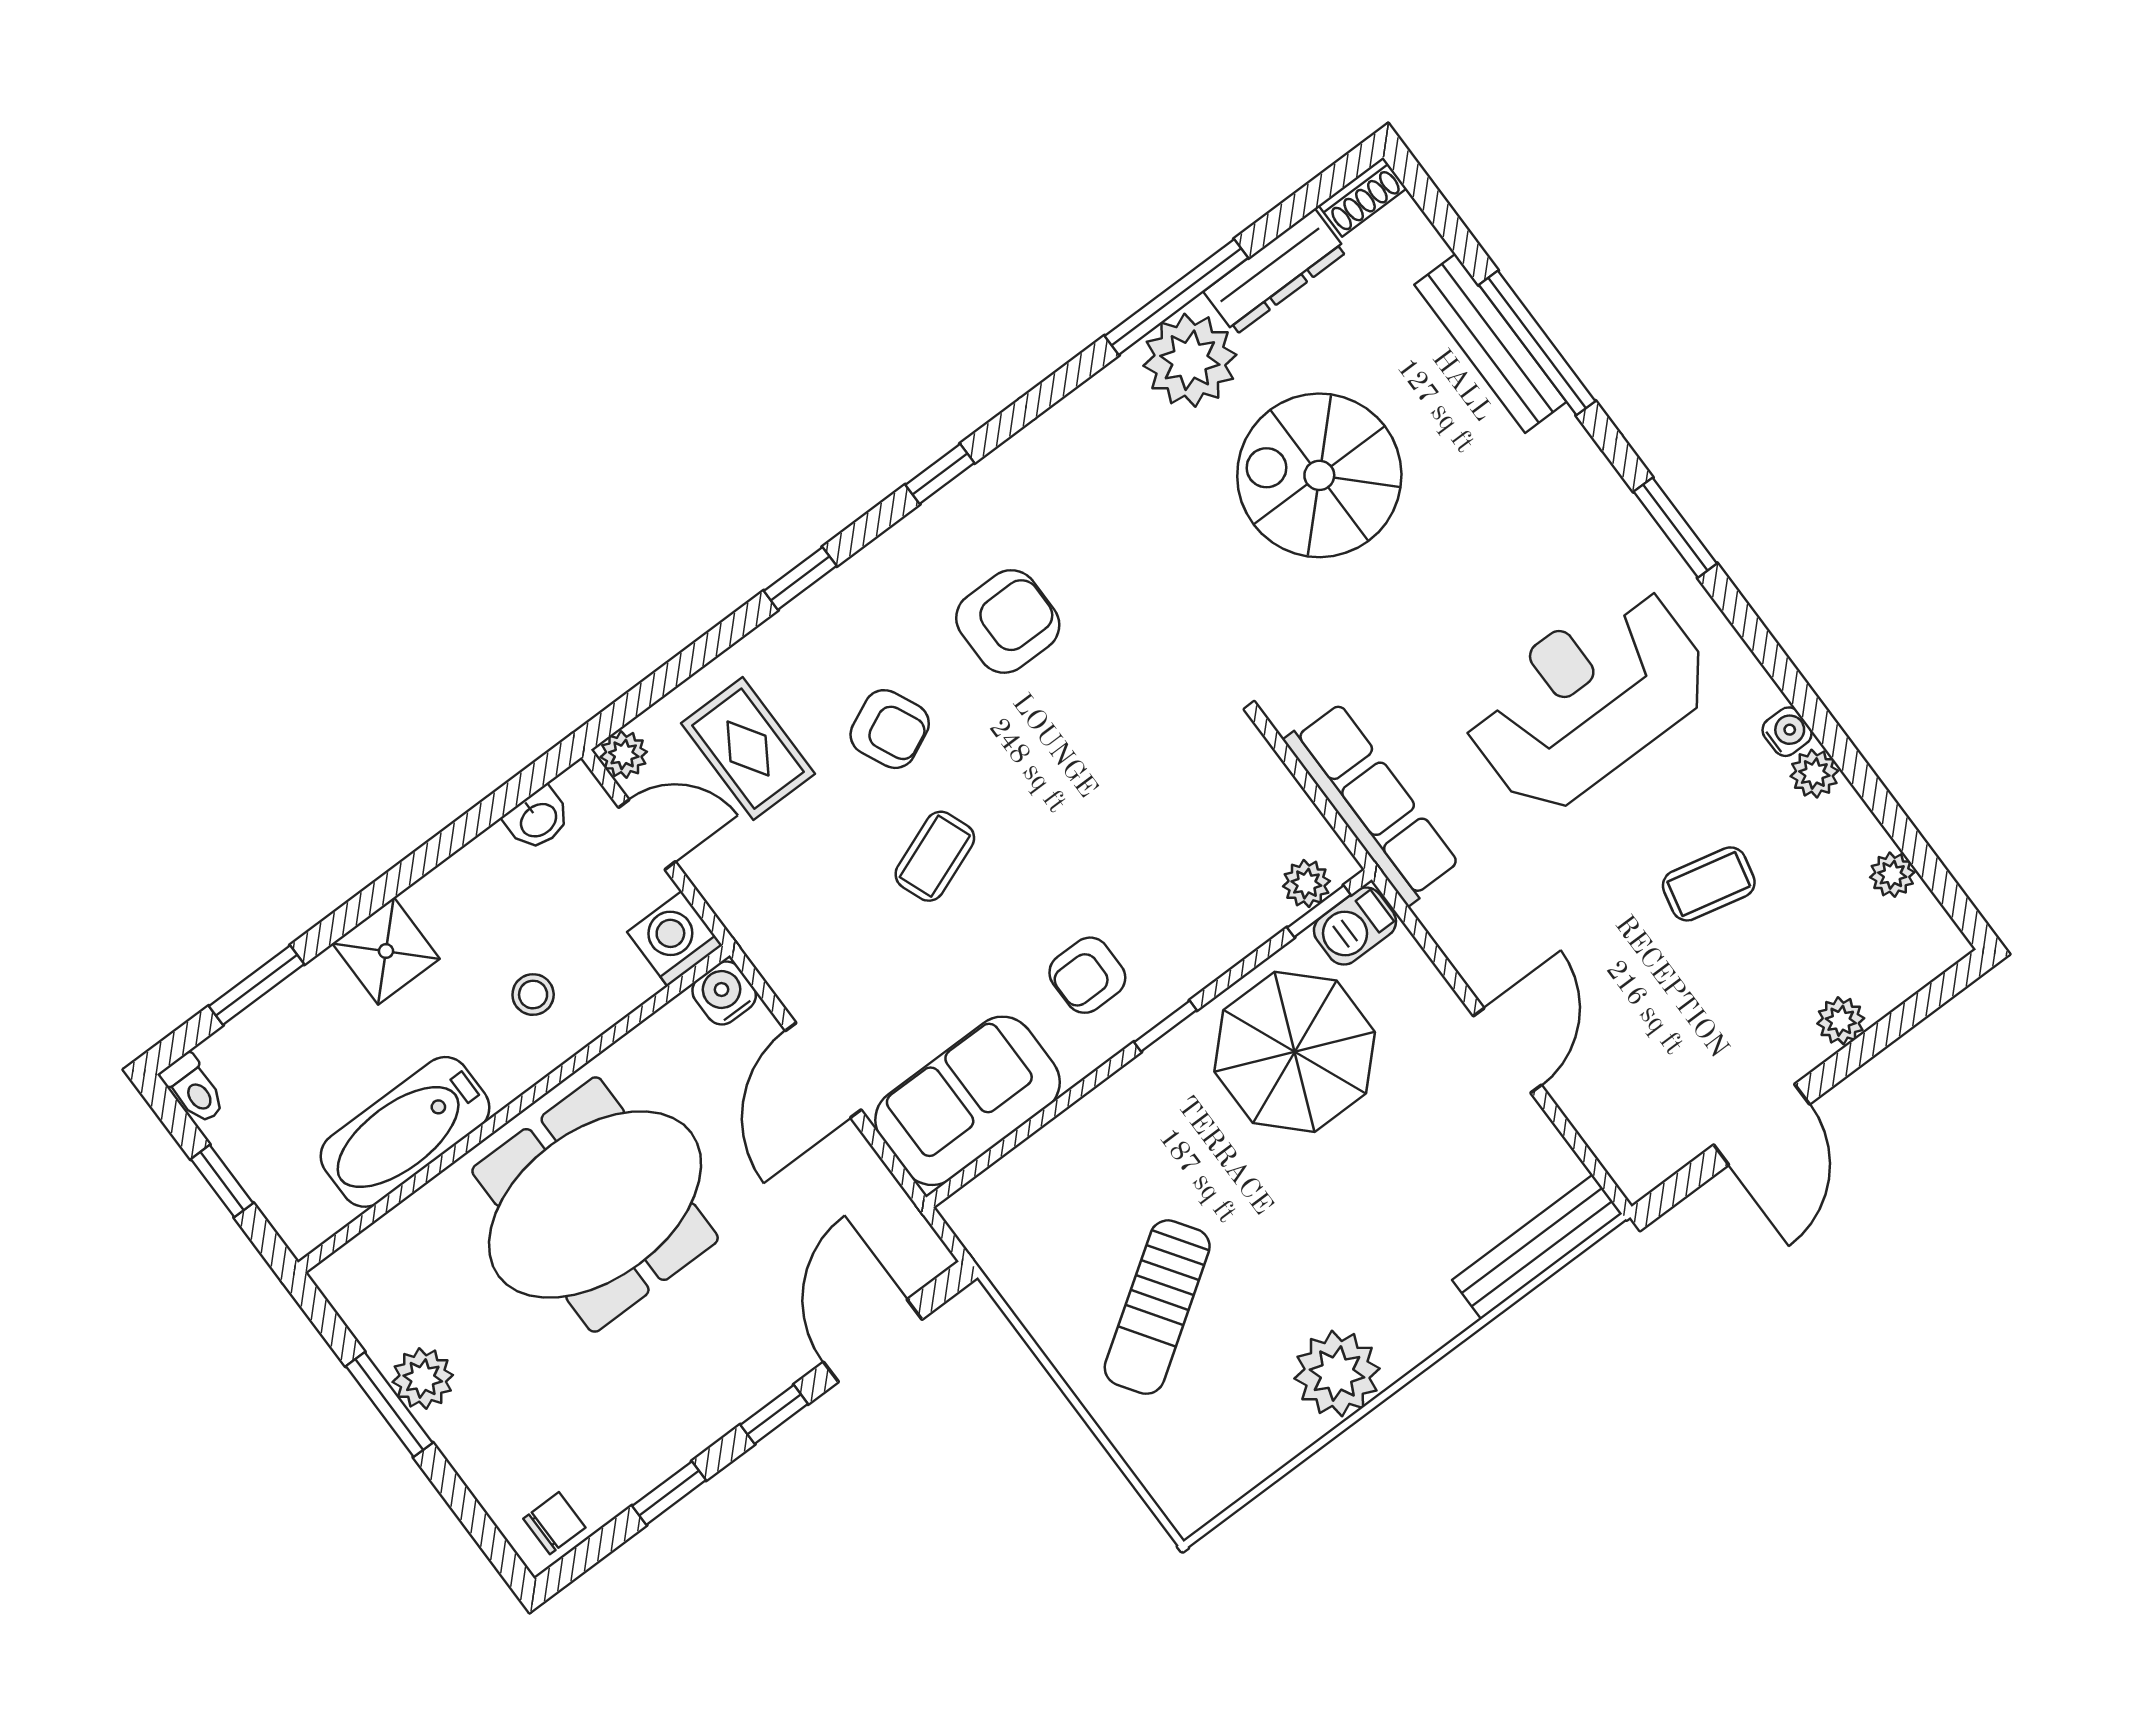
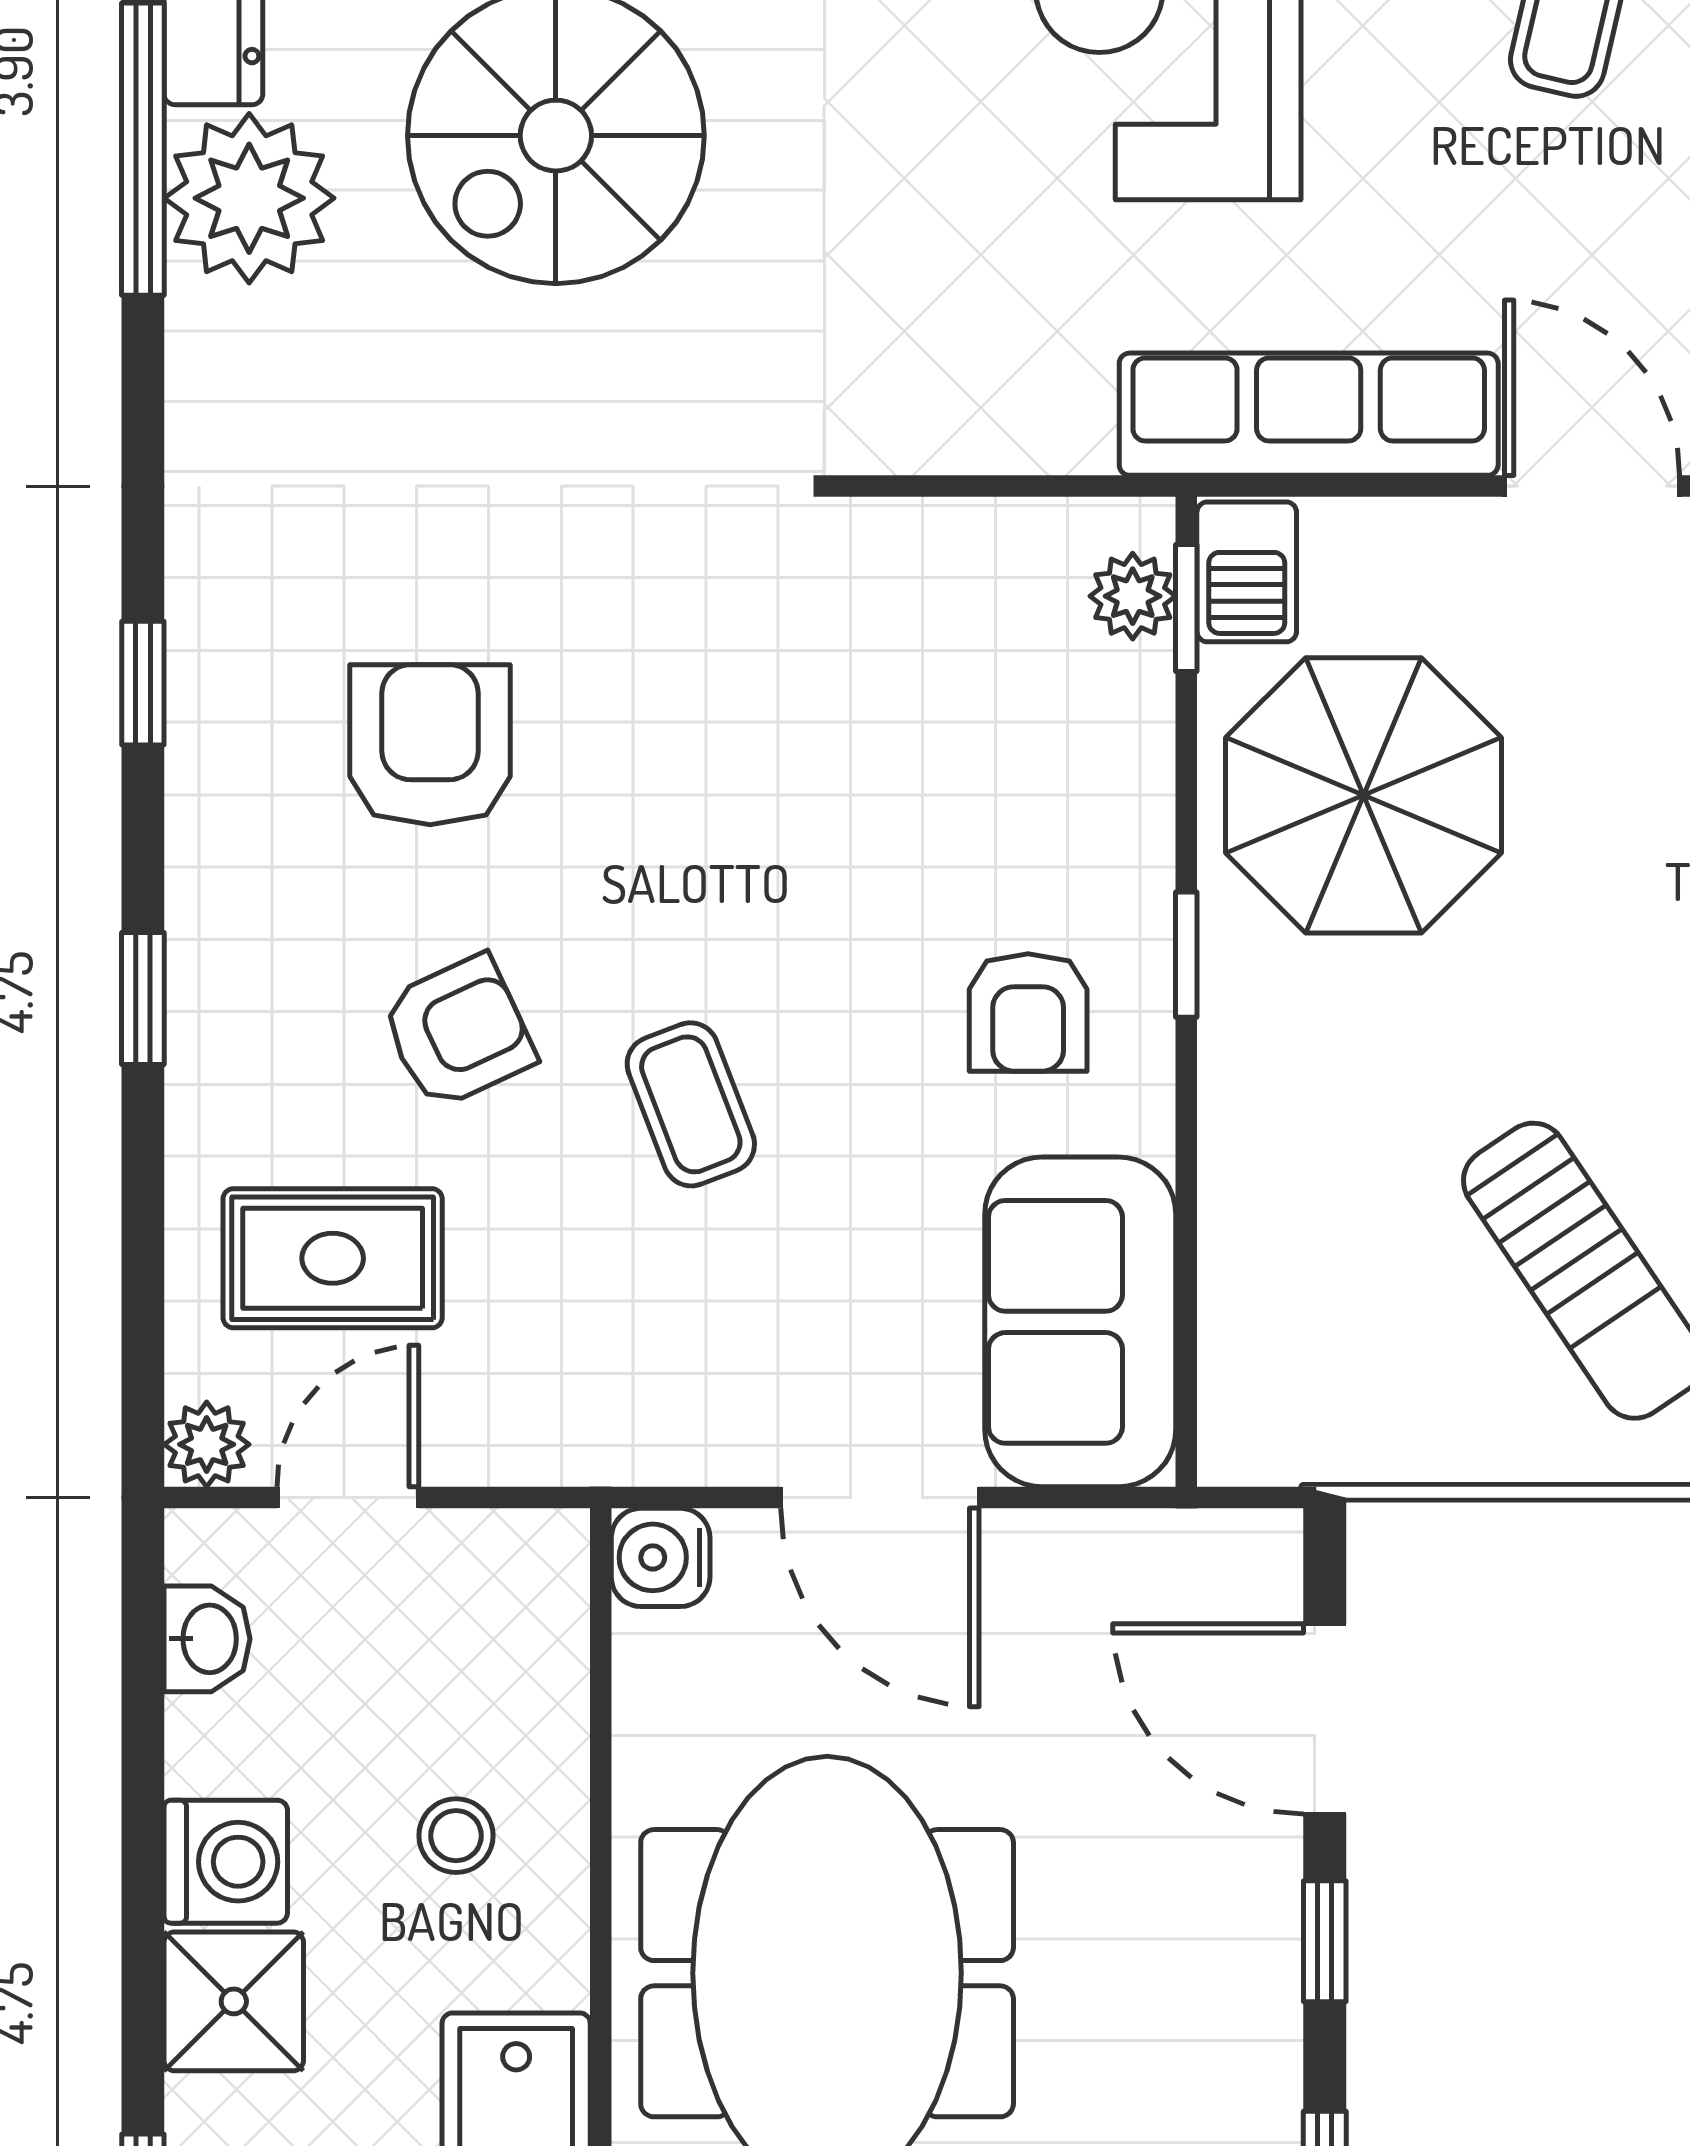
row of seats: (1372, 803) -> (1309, 414), moved
washing machine: (674, 939) -> (226, 1862), moved, turned 180

